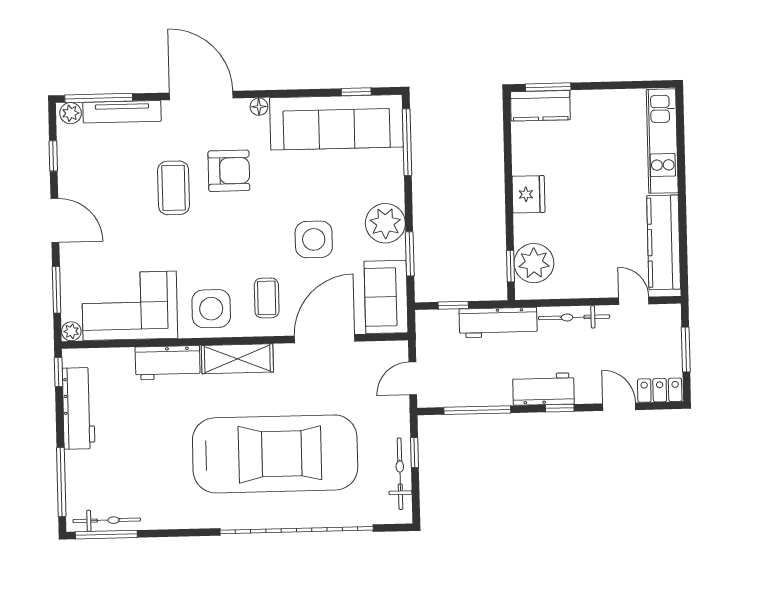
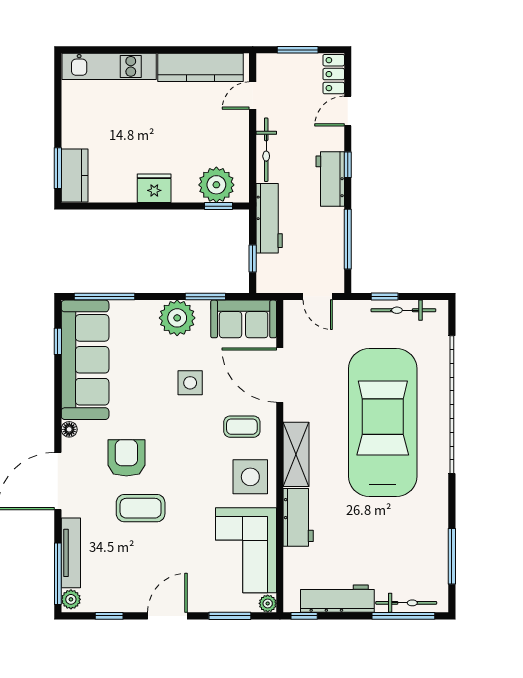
side table: (314, 239) -> (190, 383), width x0.73, depth x0.73
bicycle: (107, 520) -> (406, 603), moved, turned 90
window: (106, 535) -> (452, 556), moved

